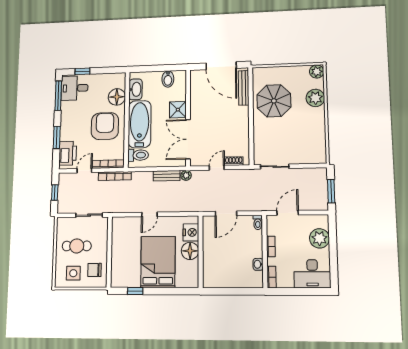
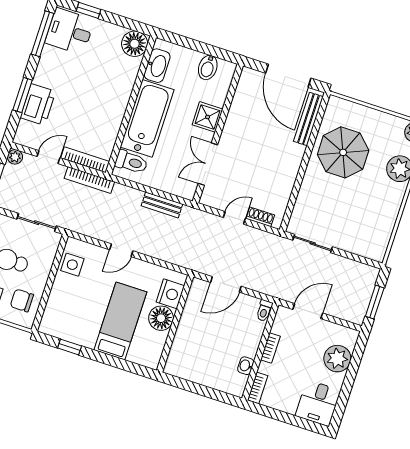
floor lamp: (117, 97) -> (135, 44), moved
armchair: (105, 126) -> (97, 103), removed
double door: (188, 139) -> (208, 164), width x0.73
printer: (68, 153) -> (38, 104), moved
plant: (186, 175) -> (15, 157), moved
side table: (120, 235) -> (72, 265), added
bed: (158, 262) -> (120, 321), width x0.67
desk: (312, 274) -> (318, 403), width x0.73

